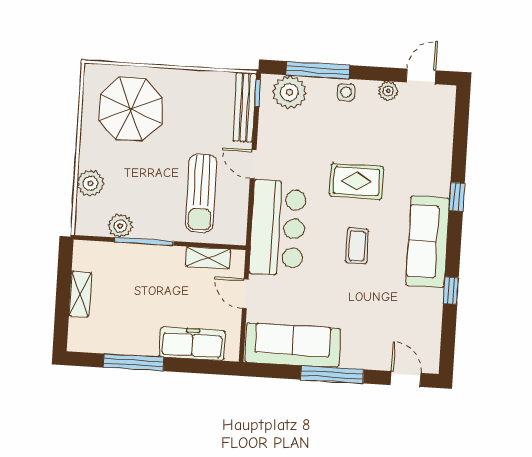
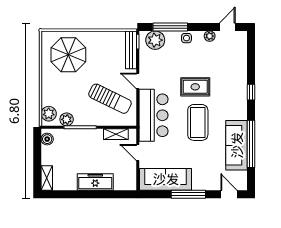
plant: (90, 183) -> (49, 114), moved
sun lounger: (201, 193) -> (110, 99), turned -64
sofa: (428, 242) -> (237, 145), moved
coffee table: (357, 246) -> (198, 122), width x1.86, depth x1.72
boiler: (83, 259) -> (47, 139), added
window: (451, 291) -> (251, 144), width x3.17
shelving: (80, 294) -> (47, 178), moved
freezer: (192, 344) -> (95, 182), moved
window: (134, 362) -> (79, 194), removed

